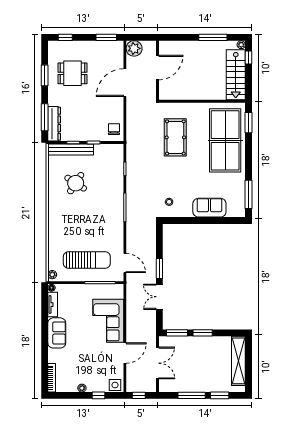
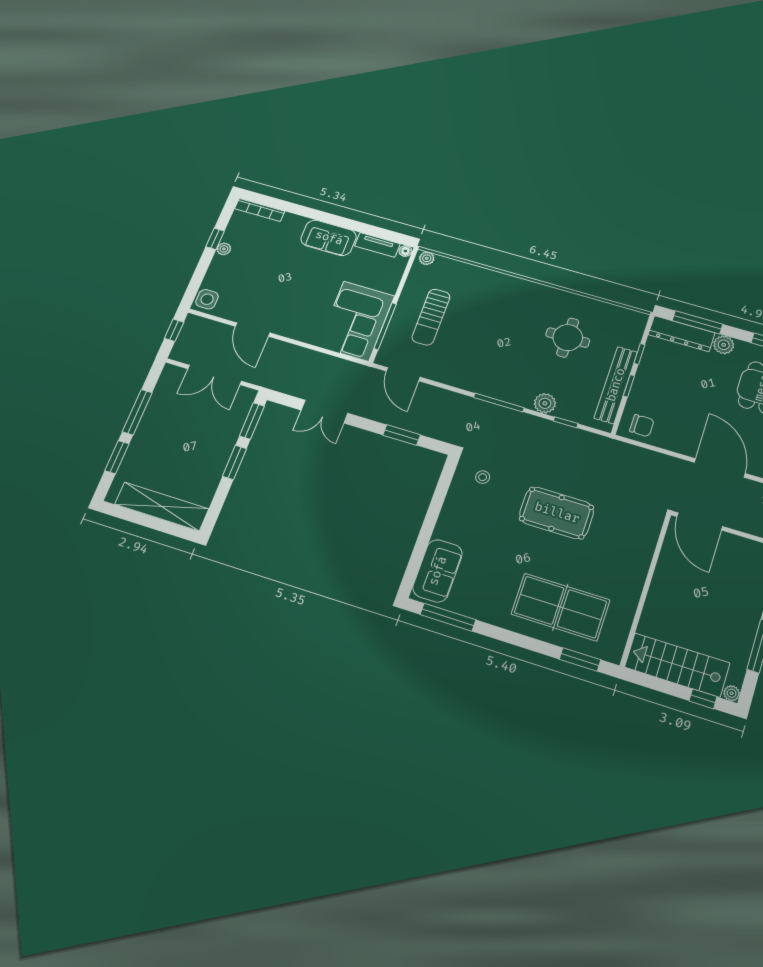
door: (157, 68) -> (700, 522), moved
plant: (54, 100) -> (724, 345), added
pool table: (175, 137) -> (557, 513), moved
table tennis table: (225, 140) -> (560, 607), width x0.73, depth x0.76
bench: (71, 149) -> (616, 385), moved
round table: (76, 183) -> (568, 338), turned -33
plant: (118, 183) -> (545, 403), added
sofa: (209, 208) -> (438, 571), moved
sun lounger: (87, 260) -> (431, 317), width x0.73, depth x0.75
door: (125, 263) -> (403, 374), hinge flipped
window: (159, 268) -> (402, 435), moved
double door: (159, 297) -> (324, 412), swing flipped
corner sofa: (108, 321) -> (356, 321), moved, turned -90
window: (98, 395) -> (215, 239), moved

